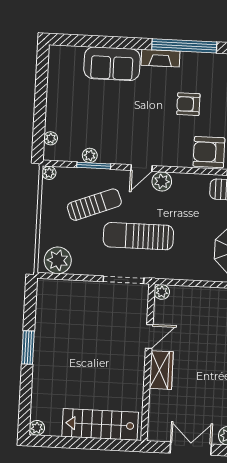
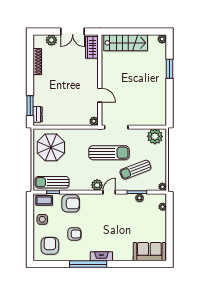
sofa: (112, 64) -> (149, 252), moved
armchair: (188, 104) -> (74, 234), moved
door: (149, 336) -> (100, 95), swing flipped
window: (28, 347) -> (170, 69), moved
wardrobe: (161, 370) -> (92, 47), moved

